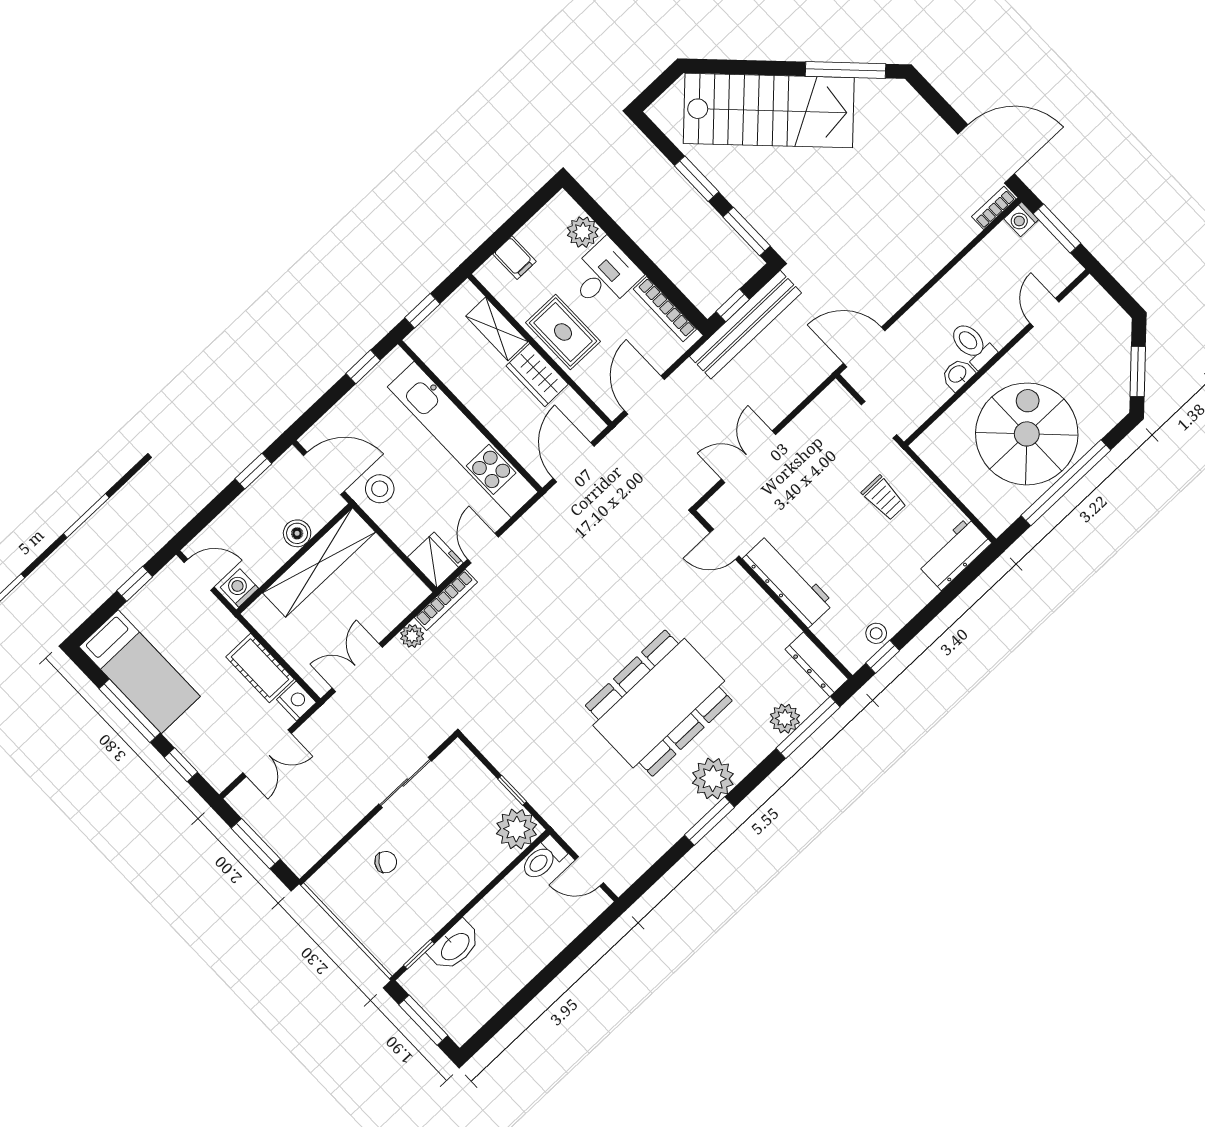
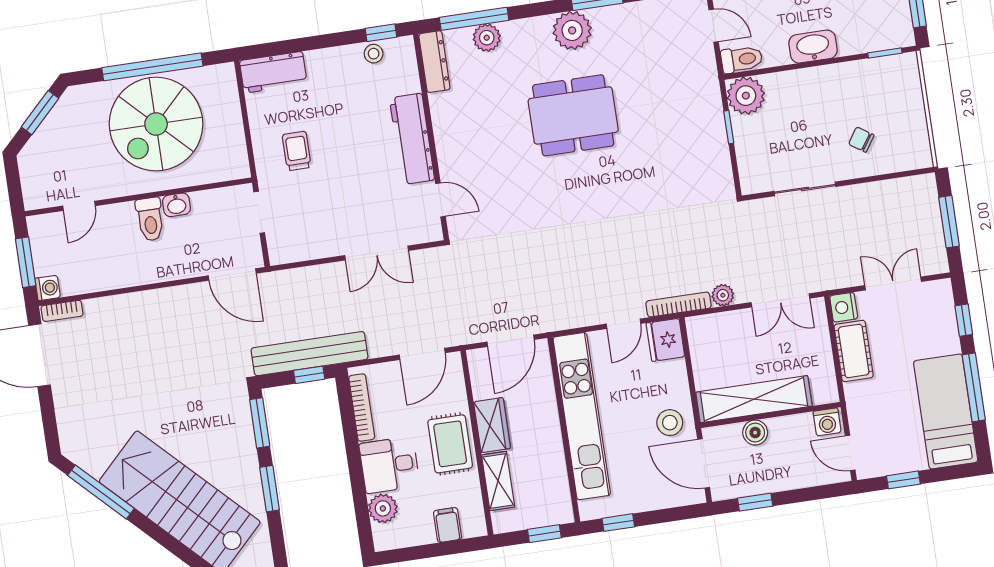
dining table: (659, 703) -> (573, 115), width x0.73, depth x0.80
washbasin: (455, 946) -> (813, 47), moved

